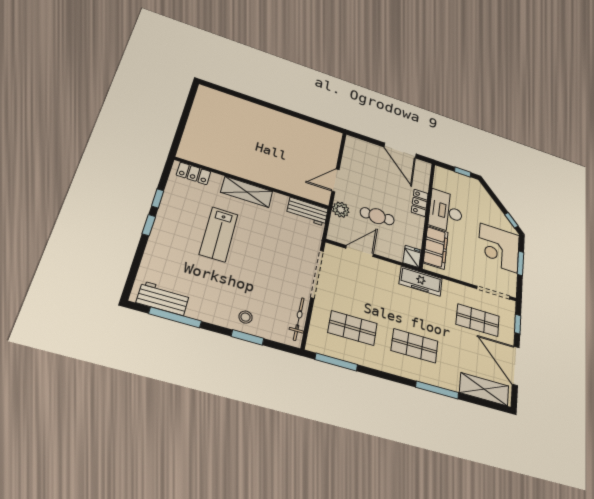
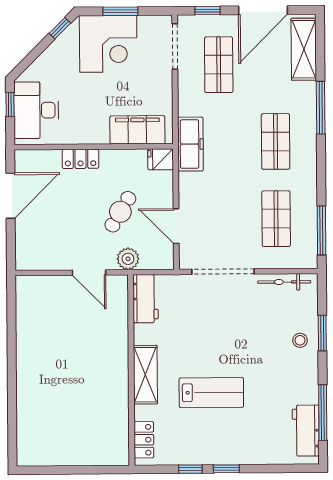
desk: (446, 211) -> (36, 110), moved, turned 90
cafe table: (377, 216) -> (120, 212), turned 33

